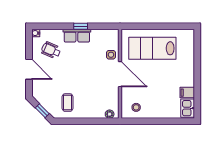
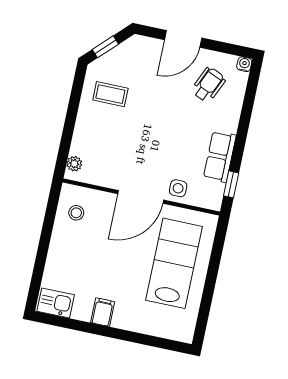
window: (81, 26) -> (231, 184), moved
row of seats: (77, 36) -> (220, 157), moved
filing cabinet: (187, 93) -> (103, 312), moved

